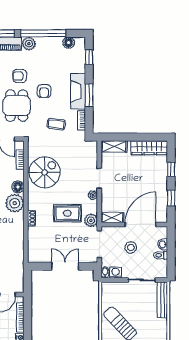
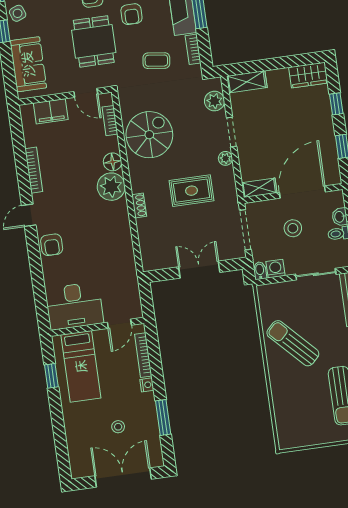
wardrobe: (149, 148) -> (308, 75), width x0.67
plant: (91, 220) -> (214, 101), moved

